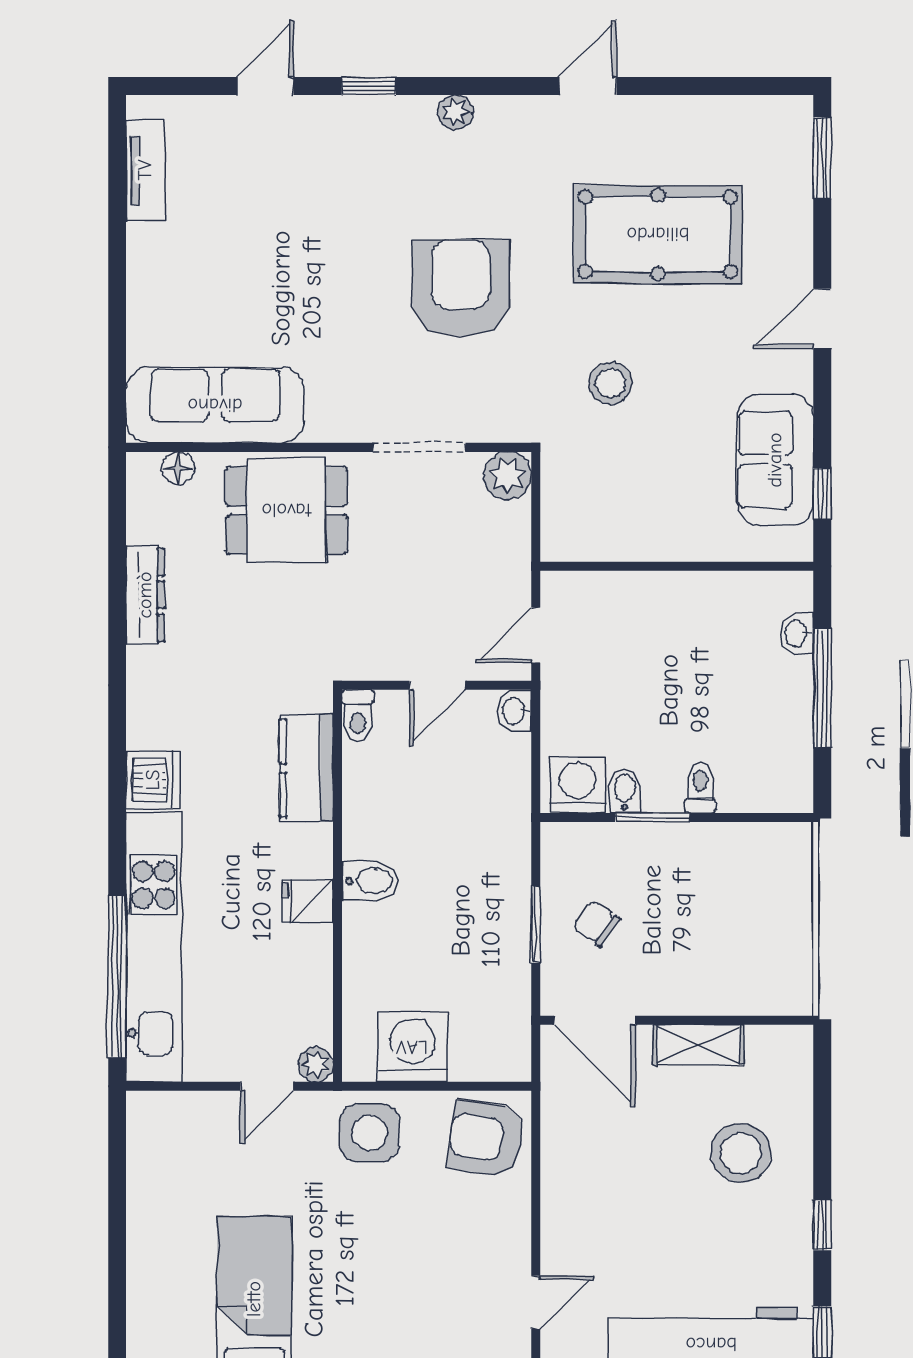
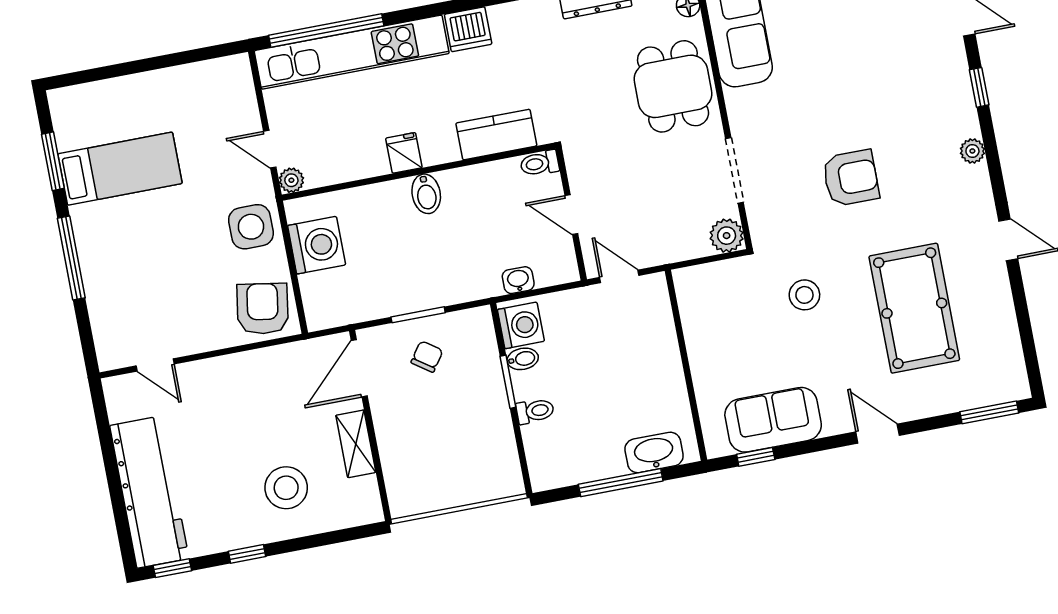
armchair: (461, 288) -> (851, 178), width x0.73, depth x0.73
washbasin: (797, 634) -> (654, 452), width x1.91, depth x1.45
washbasin: (514, 711) -> (518, 280), moved

